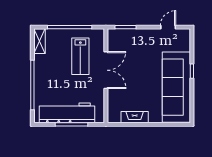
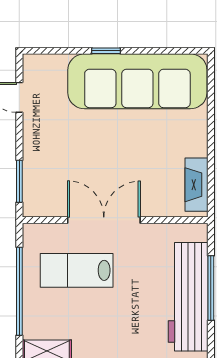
lab bench: (80, 56) -> (77, 270), turned 180
fireplace: (135, 117) -> (196, 185), moved

